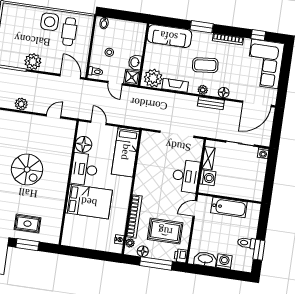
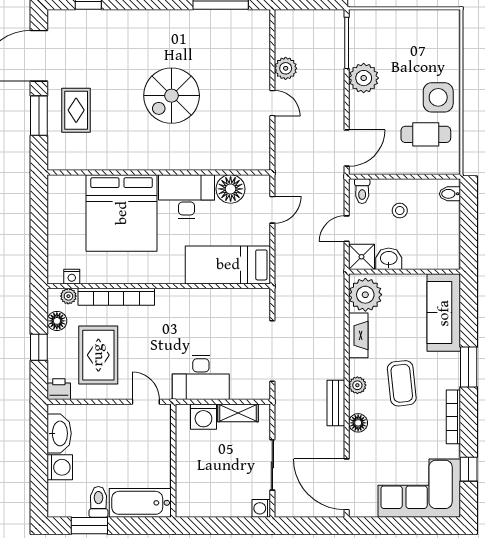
door: (54, 116) -> (272, 103), moved
bed: (89, 202) -> (122, 213), width x1.36
bathtub: (229, 207) -> (140, 503), moved, turned 90
window: (156, 263) -> (39, 347), width x0.46

